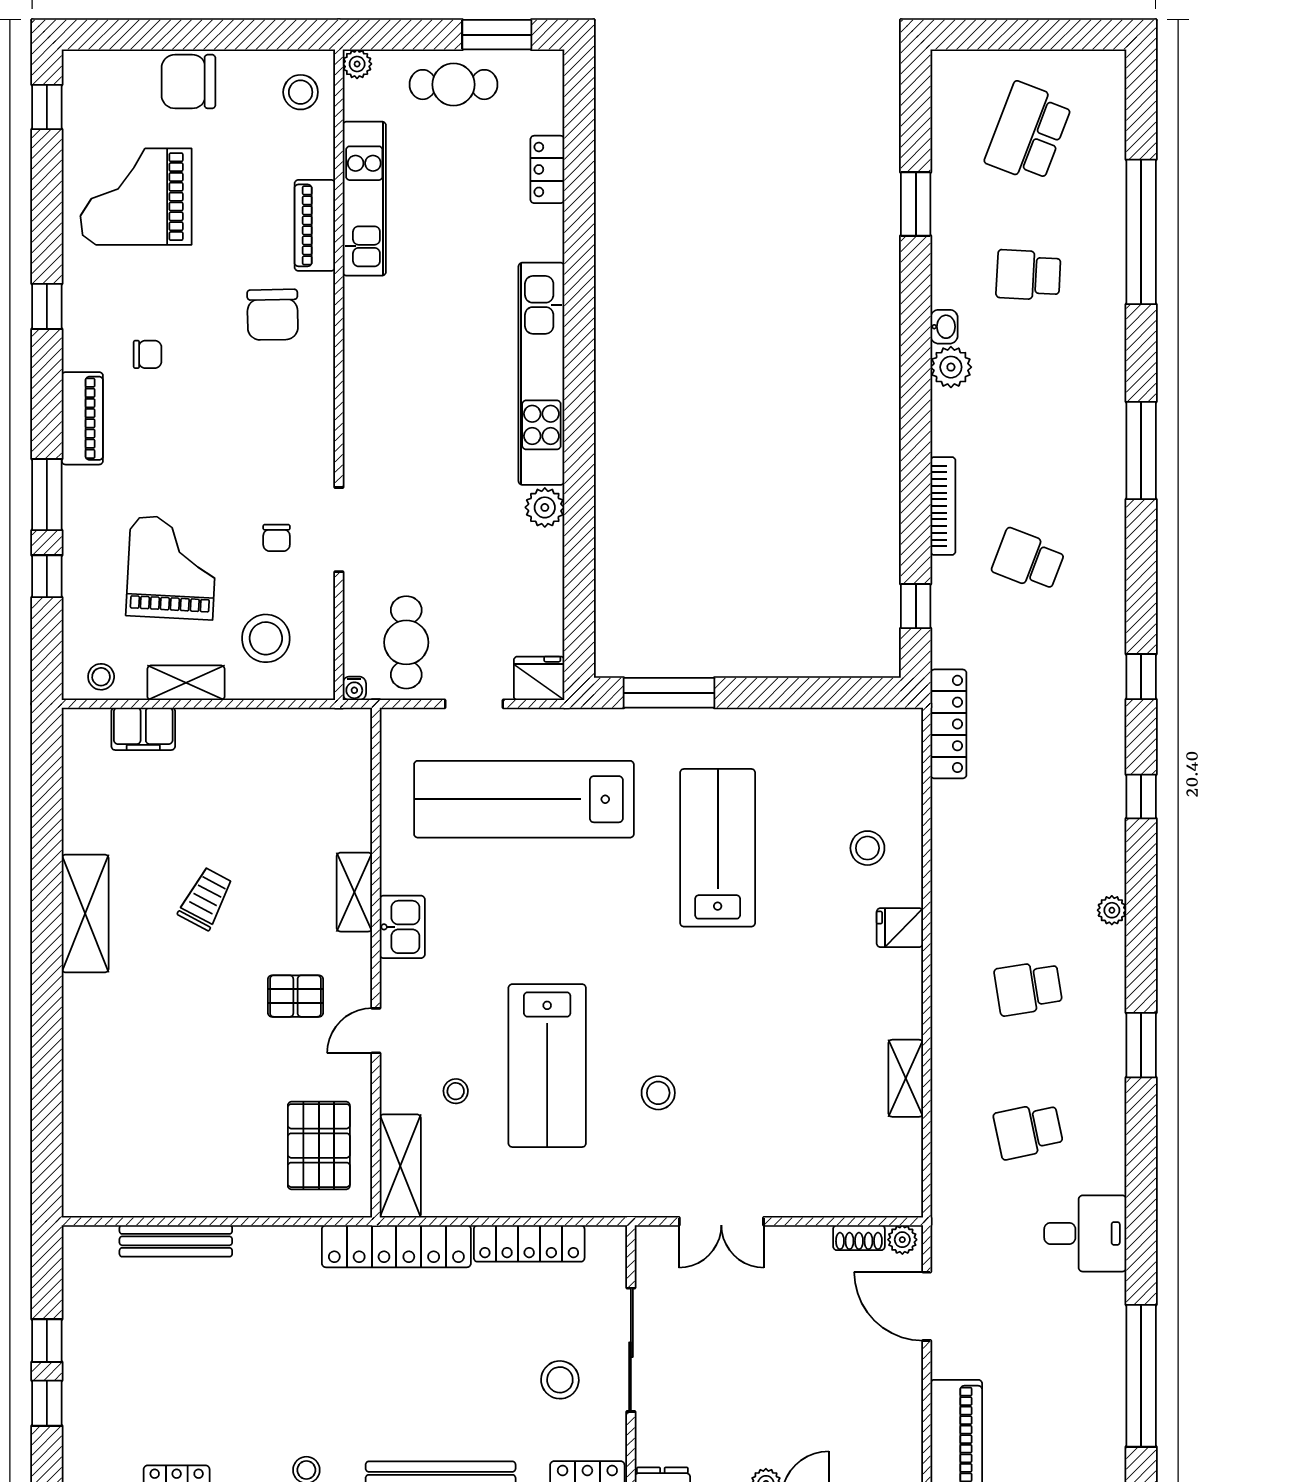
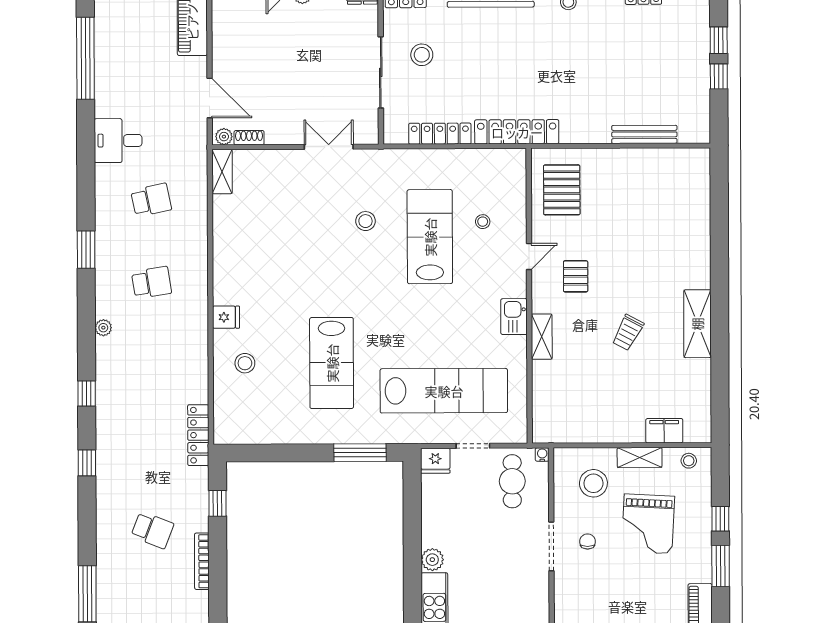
pallet: (295, 996) -> (576, 276), turned 90
shelving: (906, 1078) -> (222, 172), moved
shelving: (400, 1166) -> (515, 178), removed

